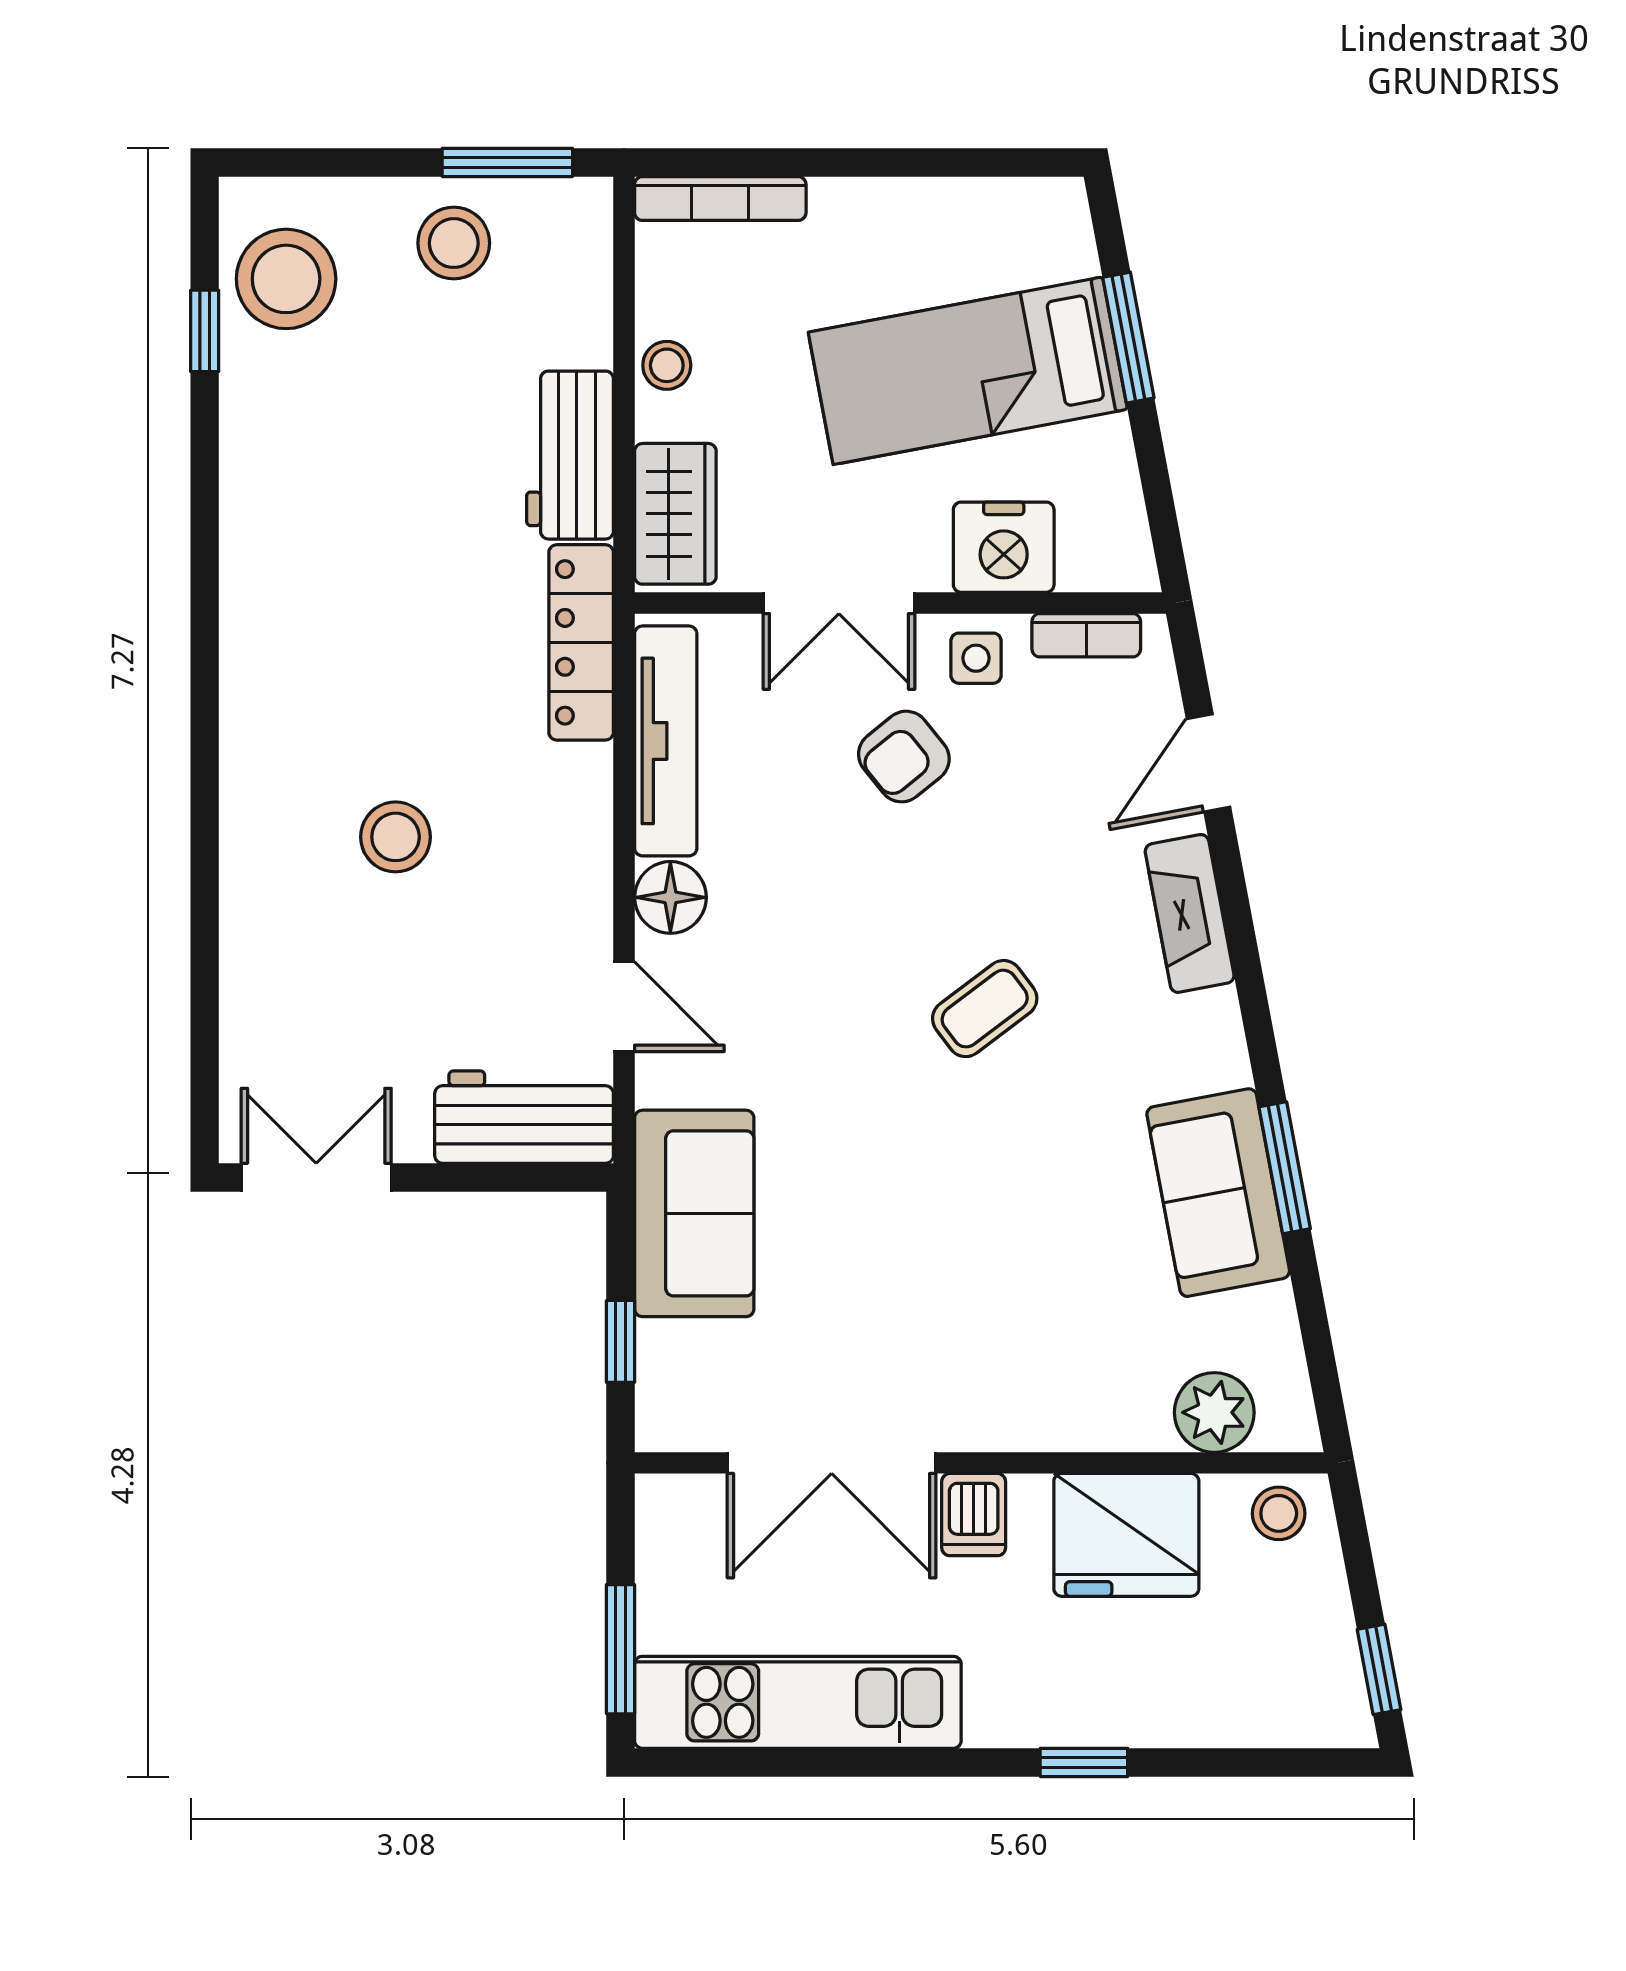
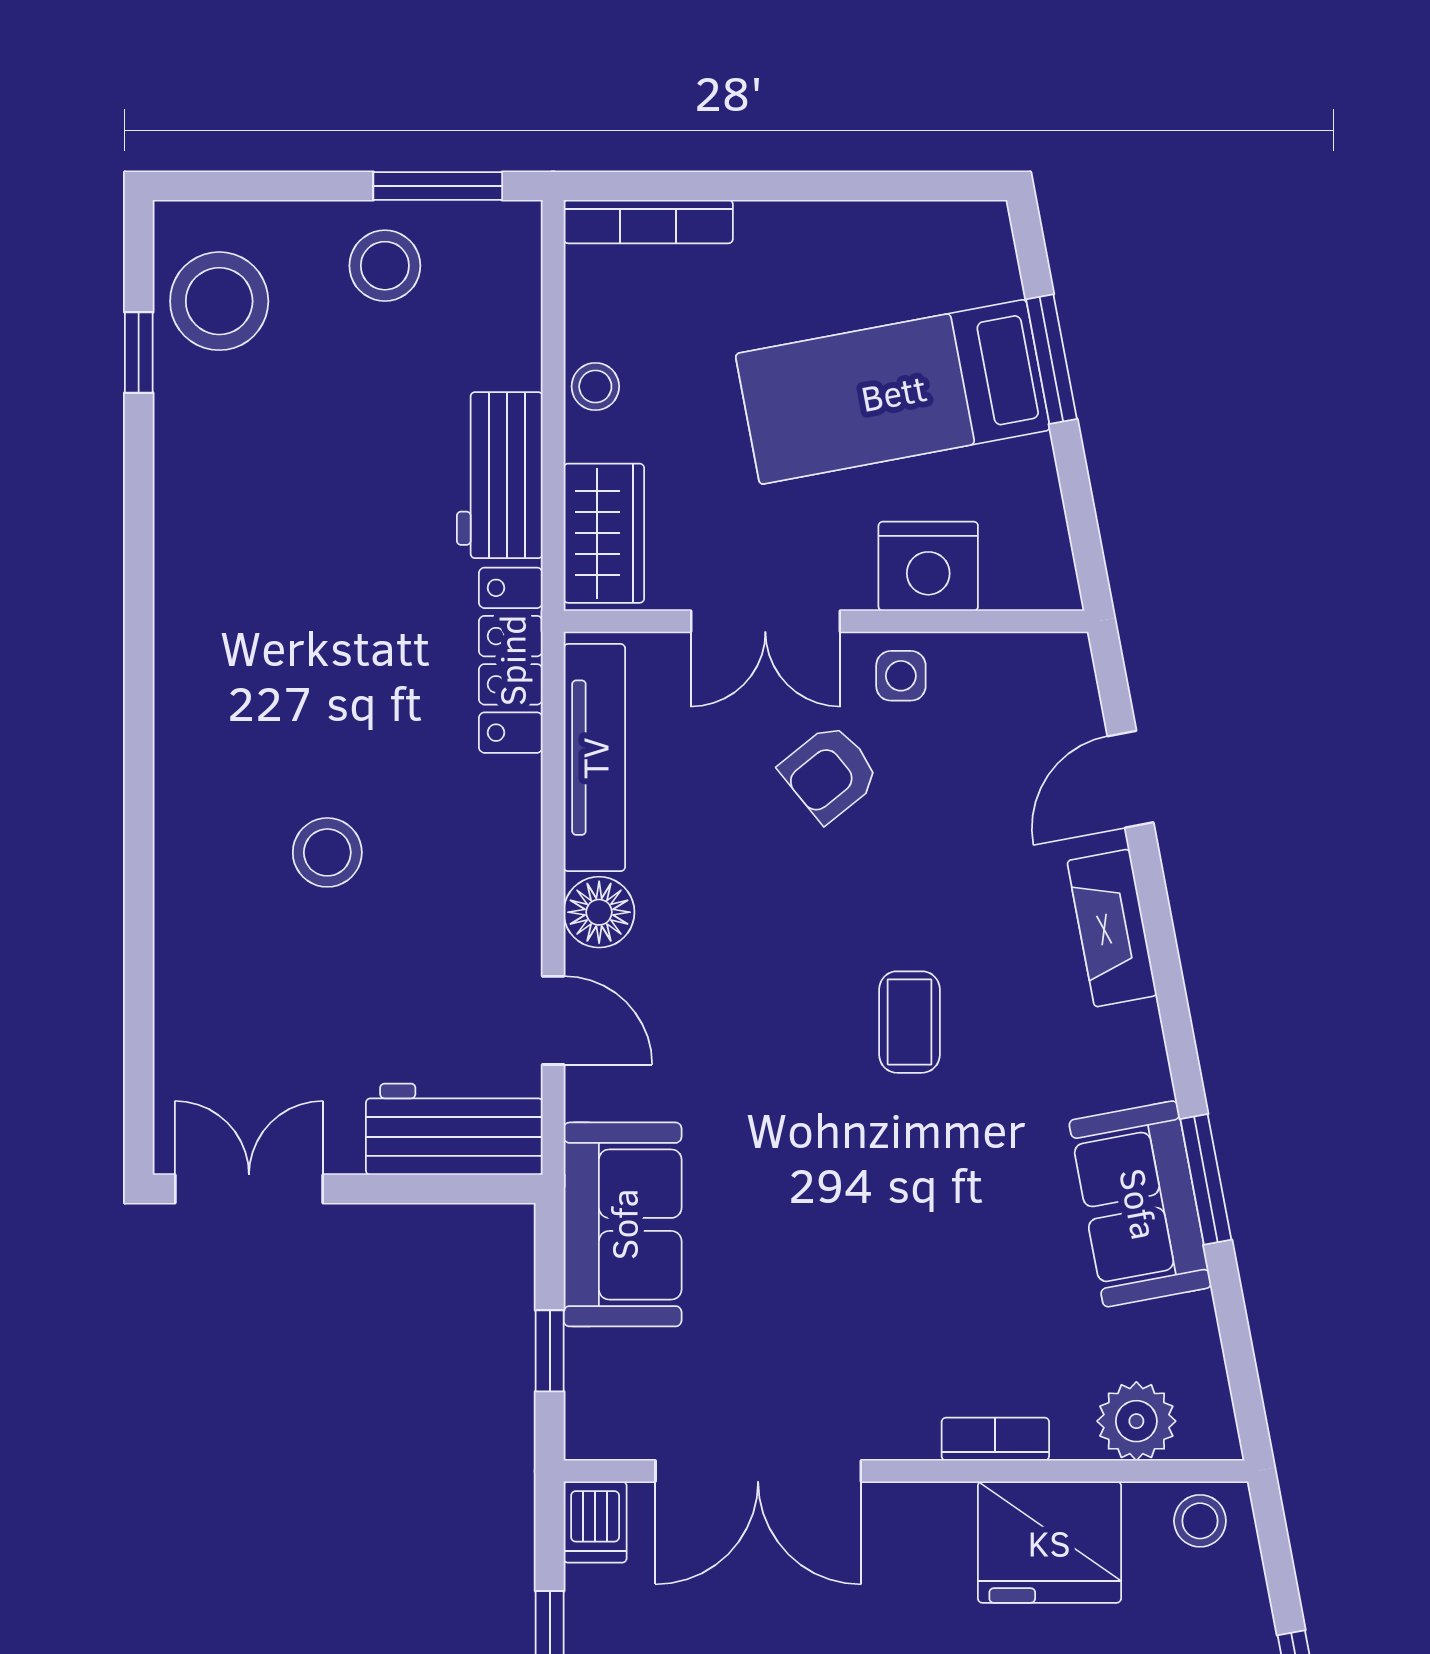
bookcase: (1086, 635) -> (995, 1439), moved, turned 180
coffee table: (985, 1009) -> (909, 1022), turned -53
dishwasher: (974, 1515) -> (595, 1522), moved

